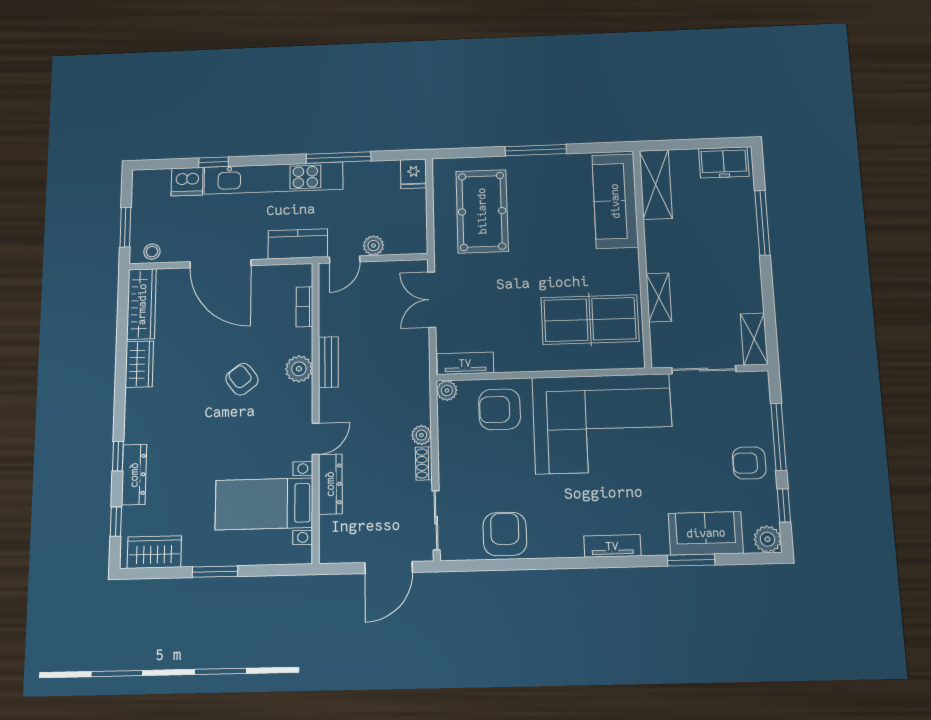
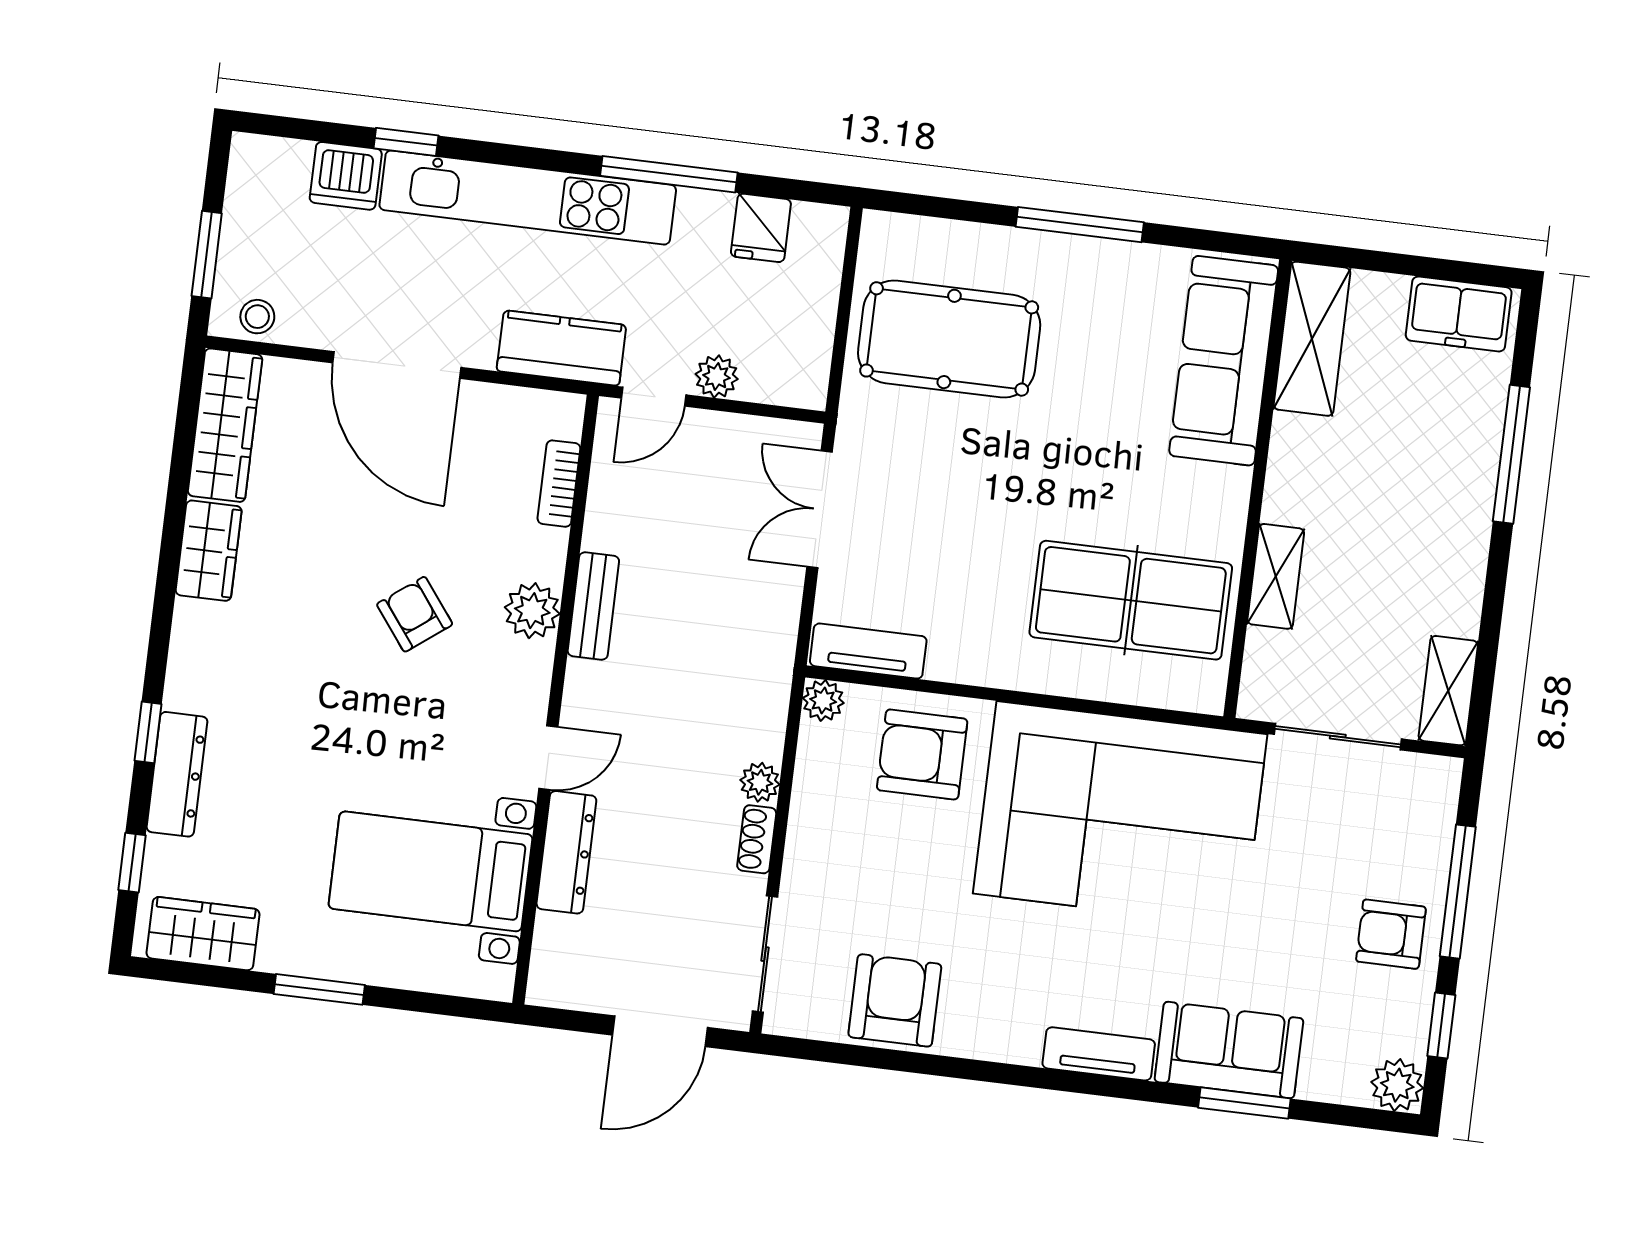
fridge: (414, 174) -> (761, 228), moved
pool table: (482, 211) -> (949, 339), turned 90
sofa: (706, 533) -> (1229, 1050), moved

